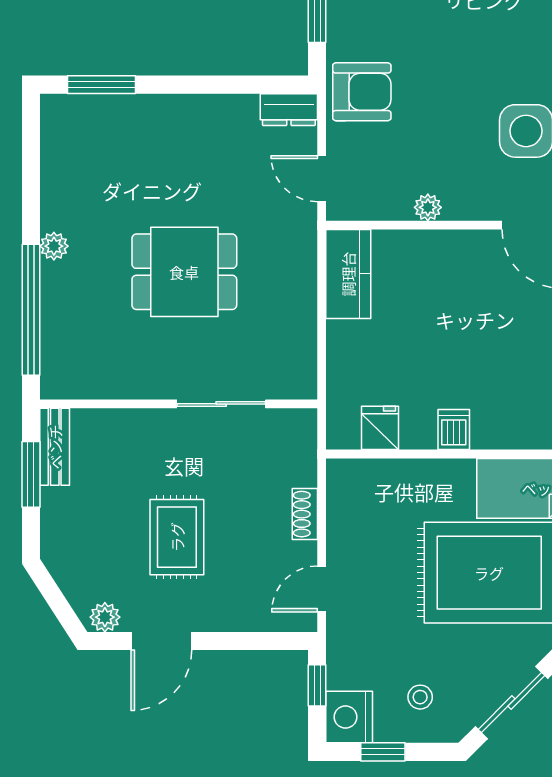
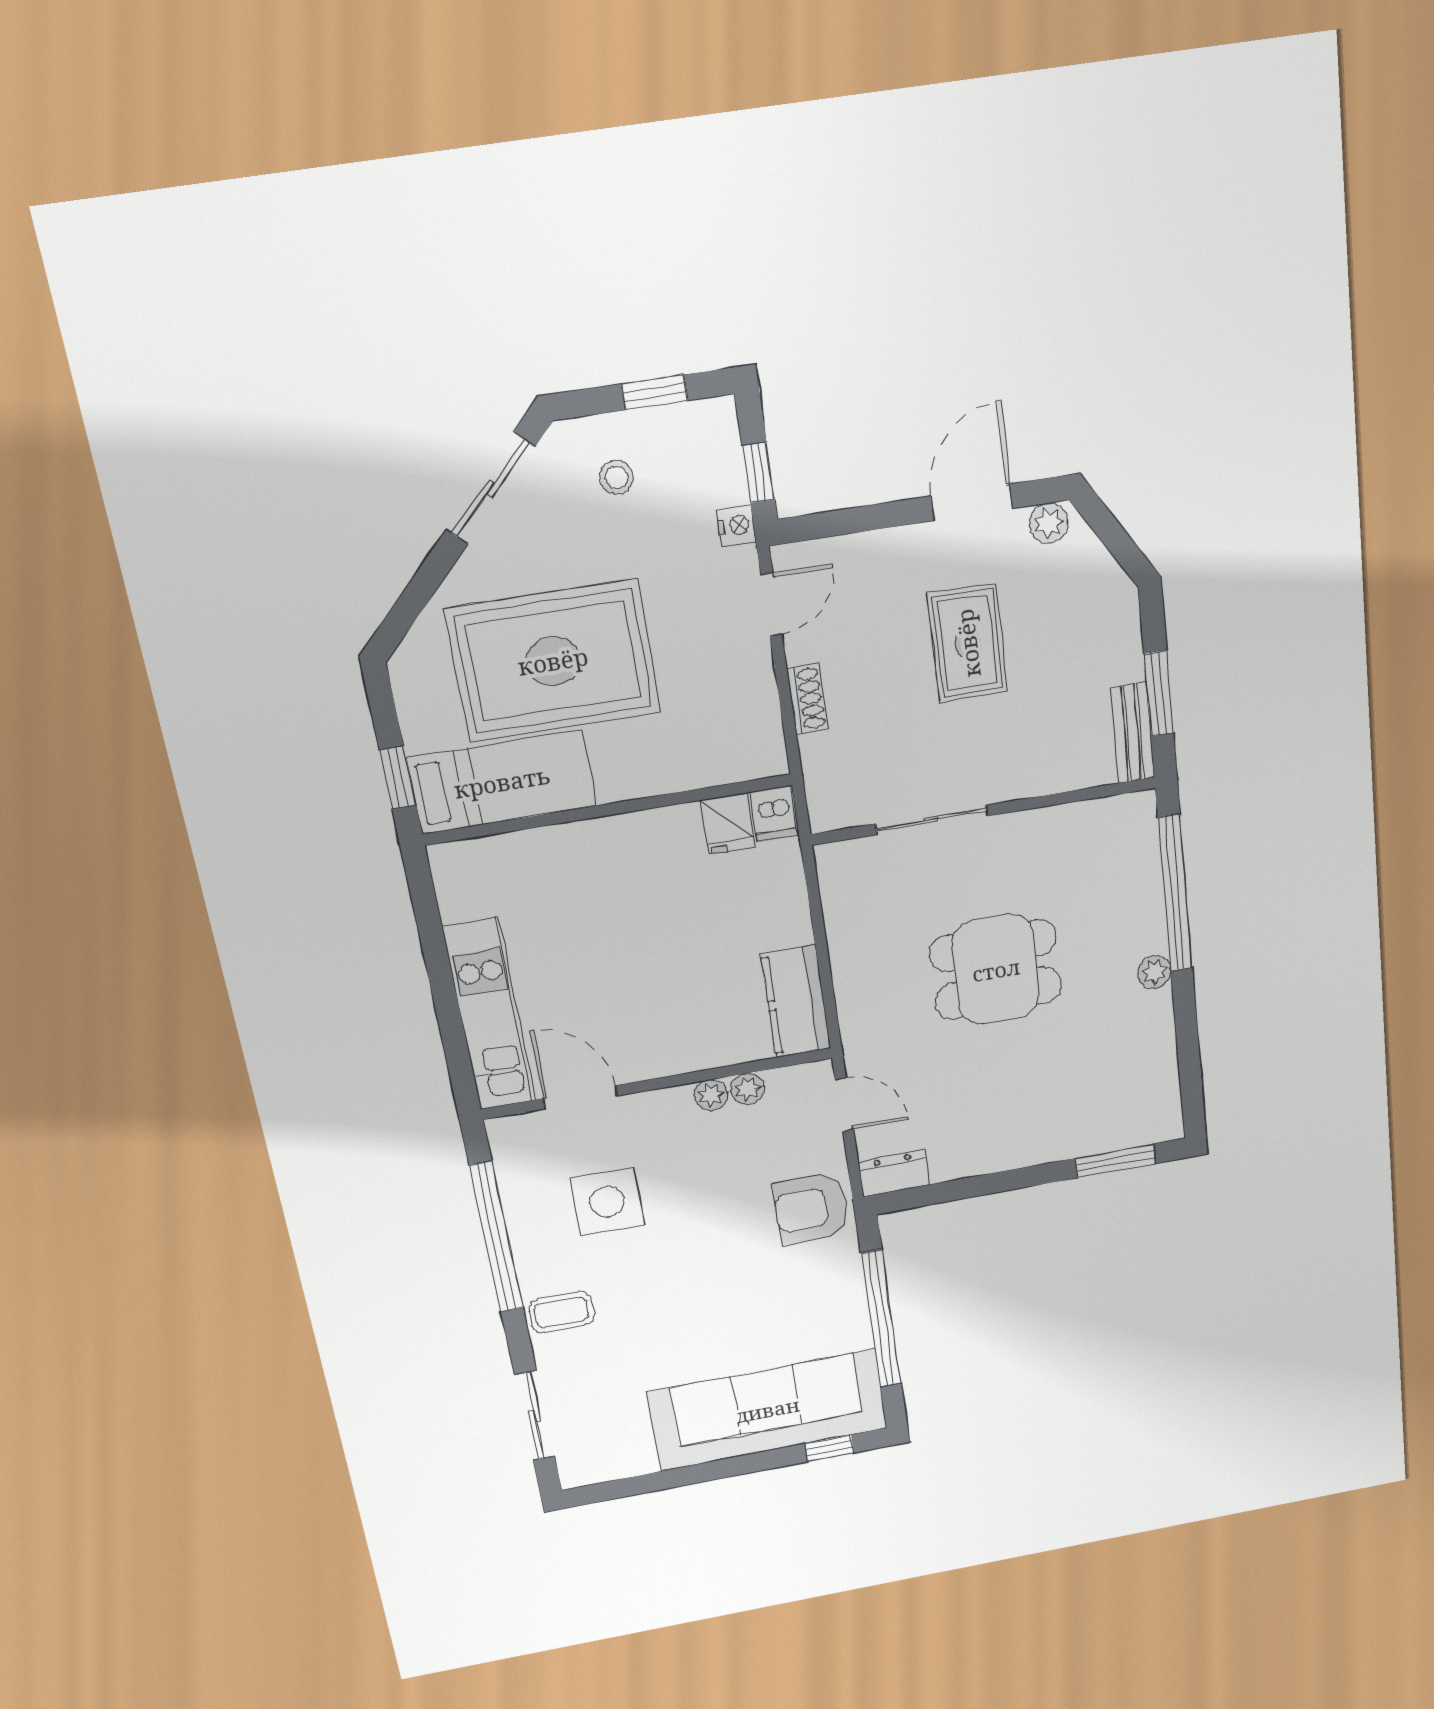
plant: (398, 207) -> (748, 1089), added
dishwasher: (454, 430) -> (774, 814), moved
nightstand: (349, 717) -> (736, 525), moved, width x0.53, depth x0.56

